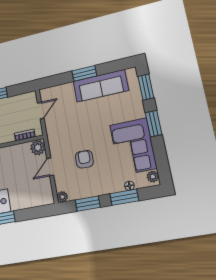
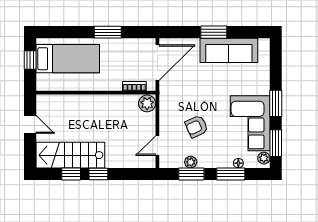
window: (146, 87) -> (276, 143), moved
door: (41, 111) -> (157, 63), width x1.88
armchair: (84, 159) -> (196, 126), turned -116
door: (50, 167) -> (157, 146), moved
plant: (62, 197) -> (191, 162), moved

